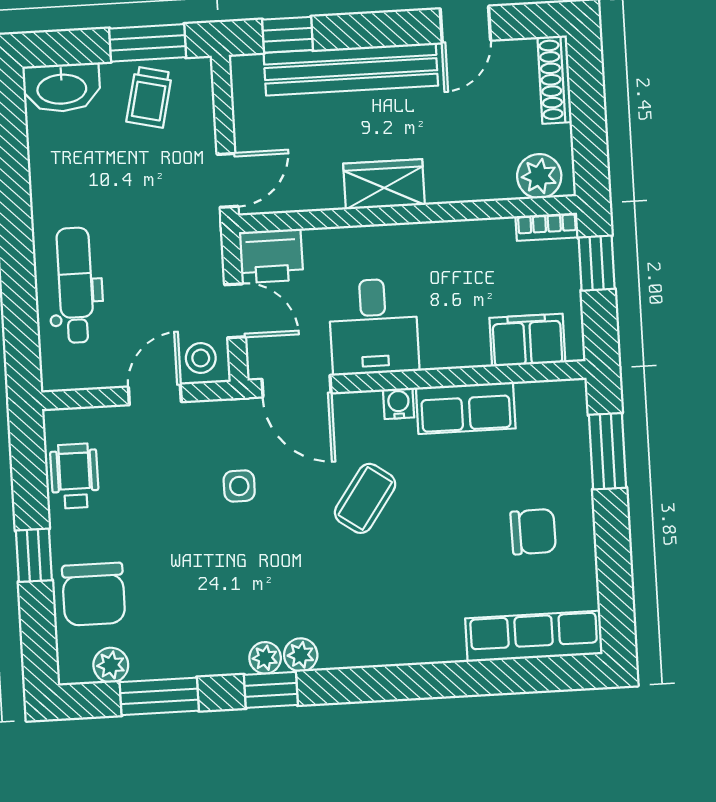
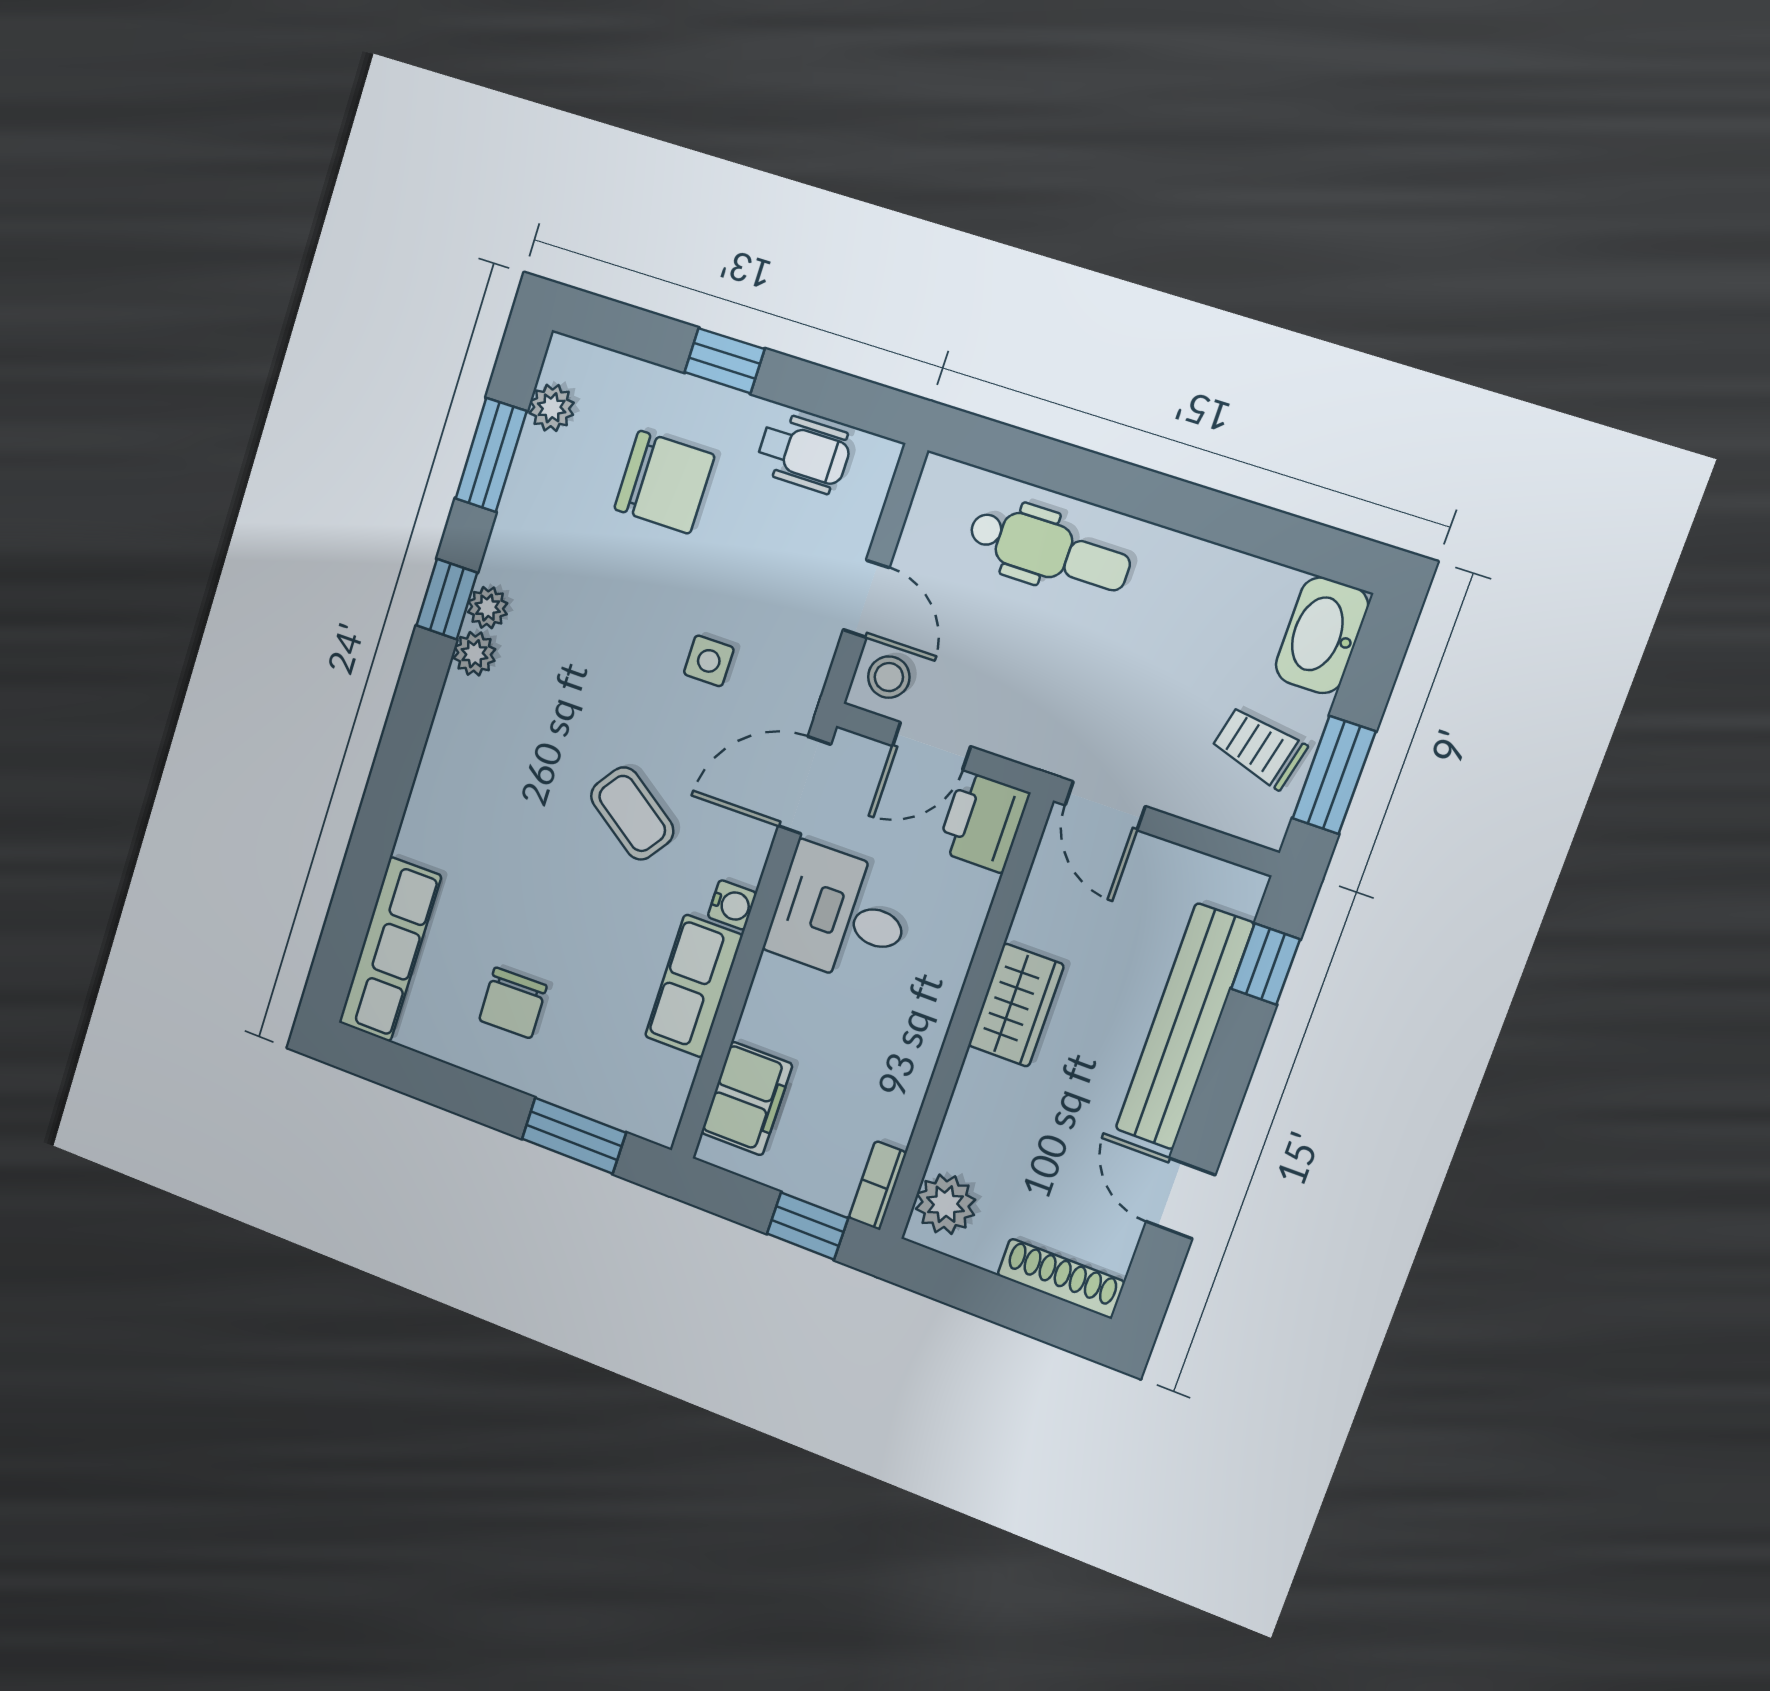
chair: (94, 594) -> (664, 482), moved, turned 180

